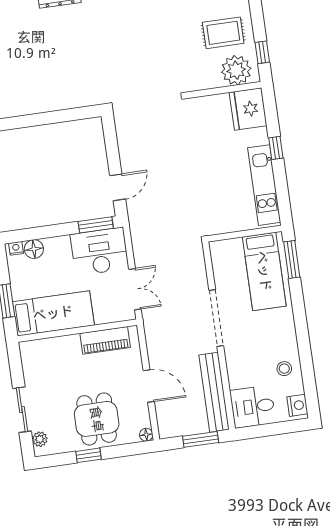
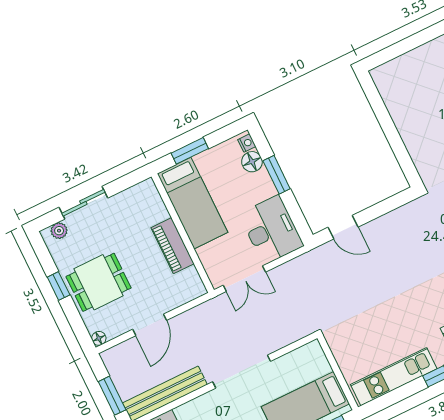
window: (96, 225) -> (277, 175), moved
piano: (105, 340) -> (172, 246), moved

